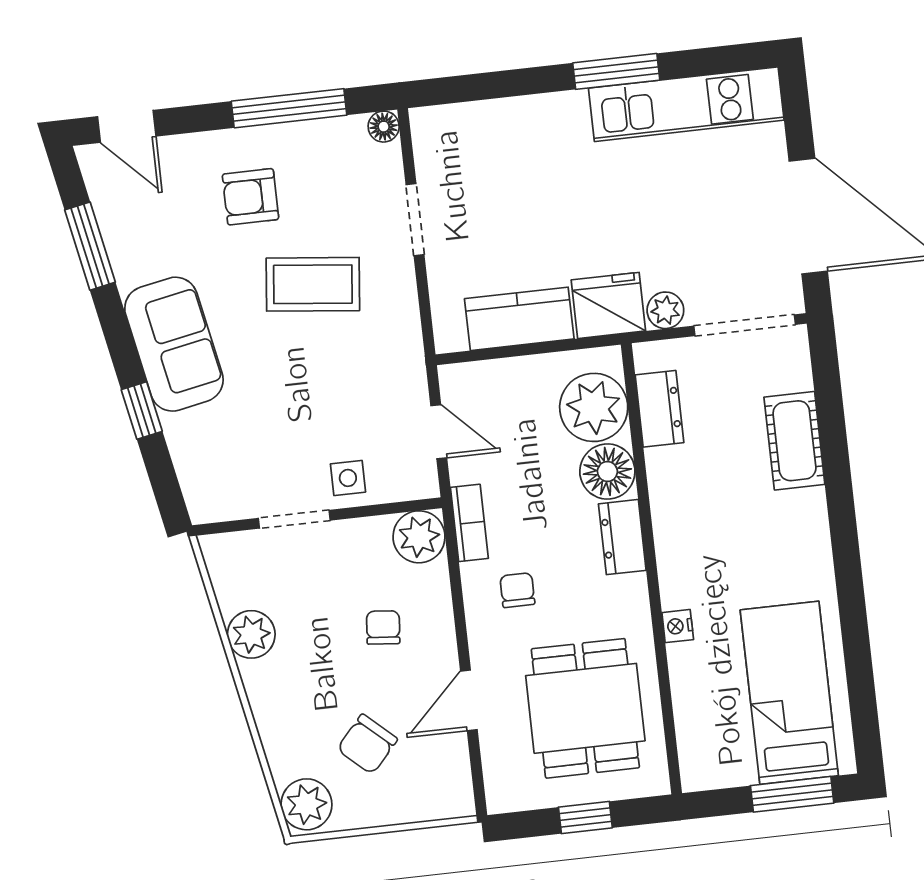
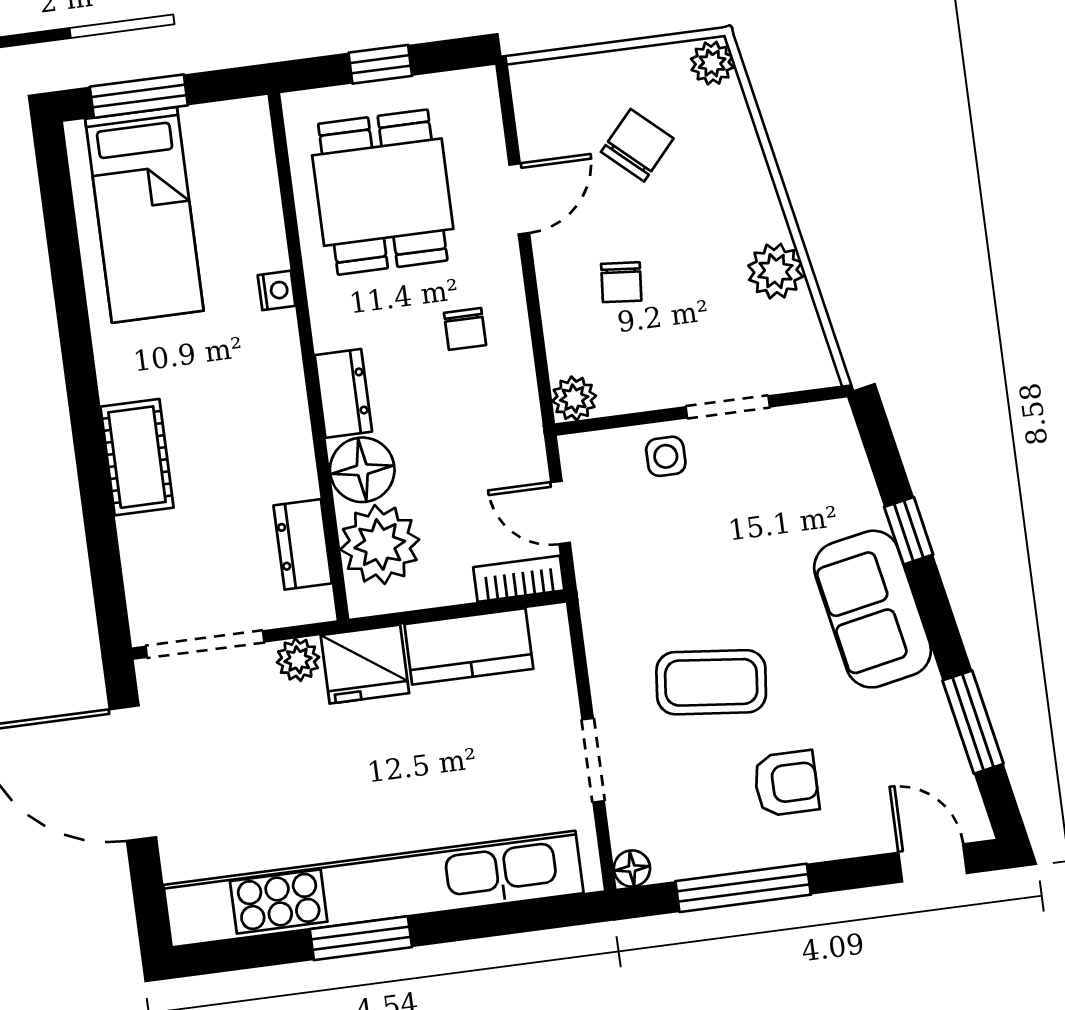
kitchen unit: (686, 104) -> (373, 889), width x1.86
cot: (794, 441) -> (137, 457), moved
bookcase: (469, 523) -> (519, 579), moved, turned 90
plant: (419, 537) -> (574, 398), width x0.73, depth x0.73
plant: (306, 804) -> (712, 63), width x0.73, depth x0.73

